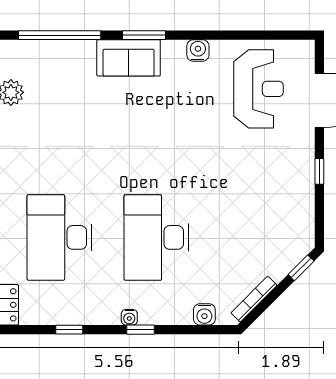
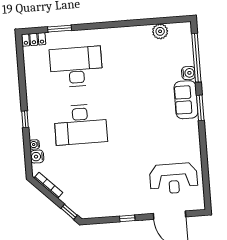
water cooler: (198, 50) -> (188, 73), moved
desk: (156, 237) -> (81, 124), turned 180
water cooler: (129, 317) -> (34, 144), moved
window: (69, 330) -> (22, 77), removed

